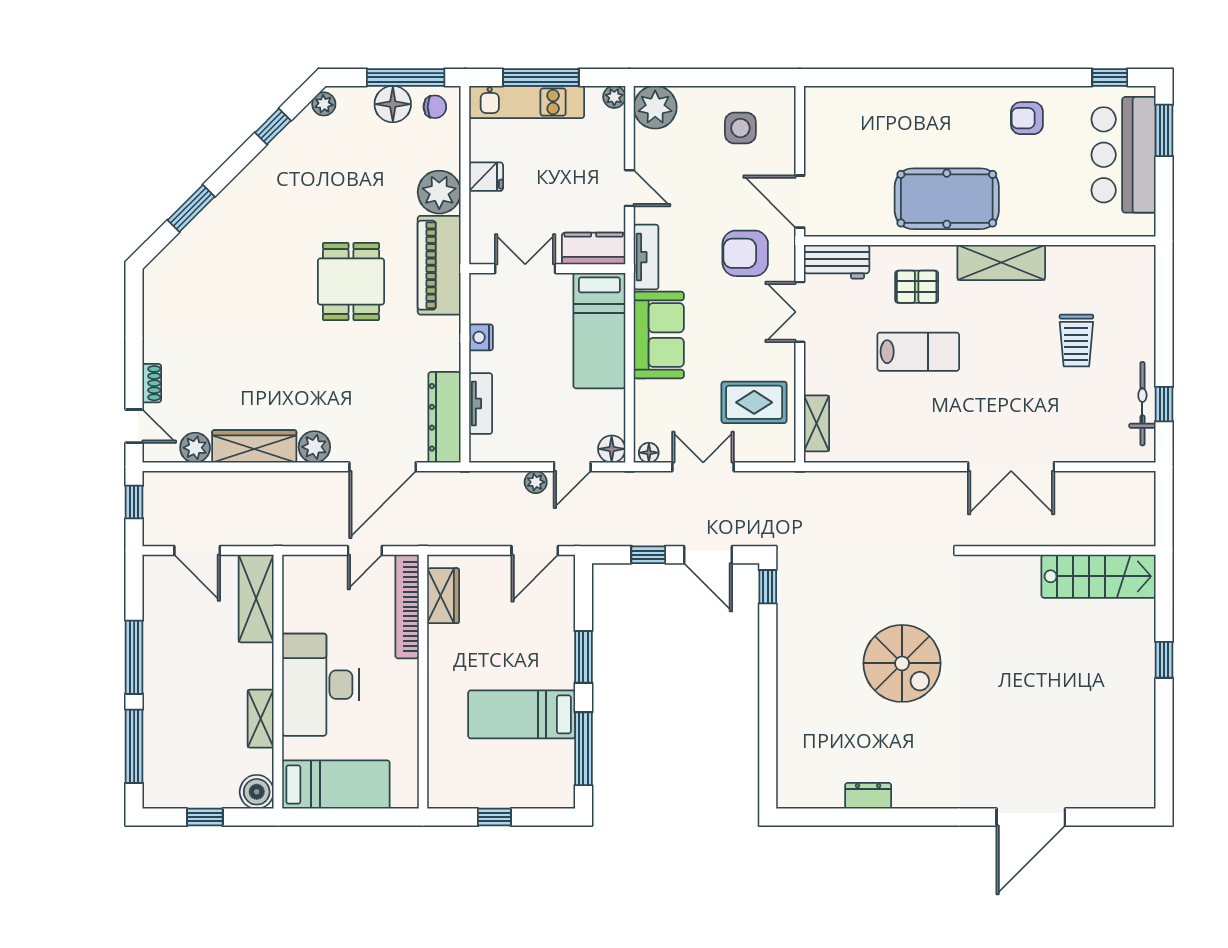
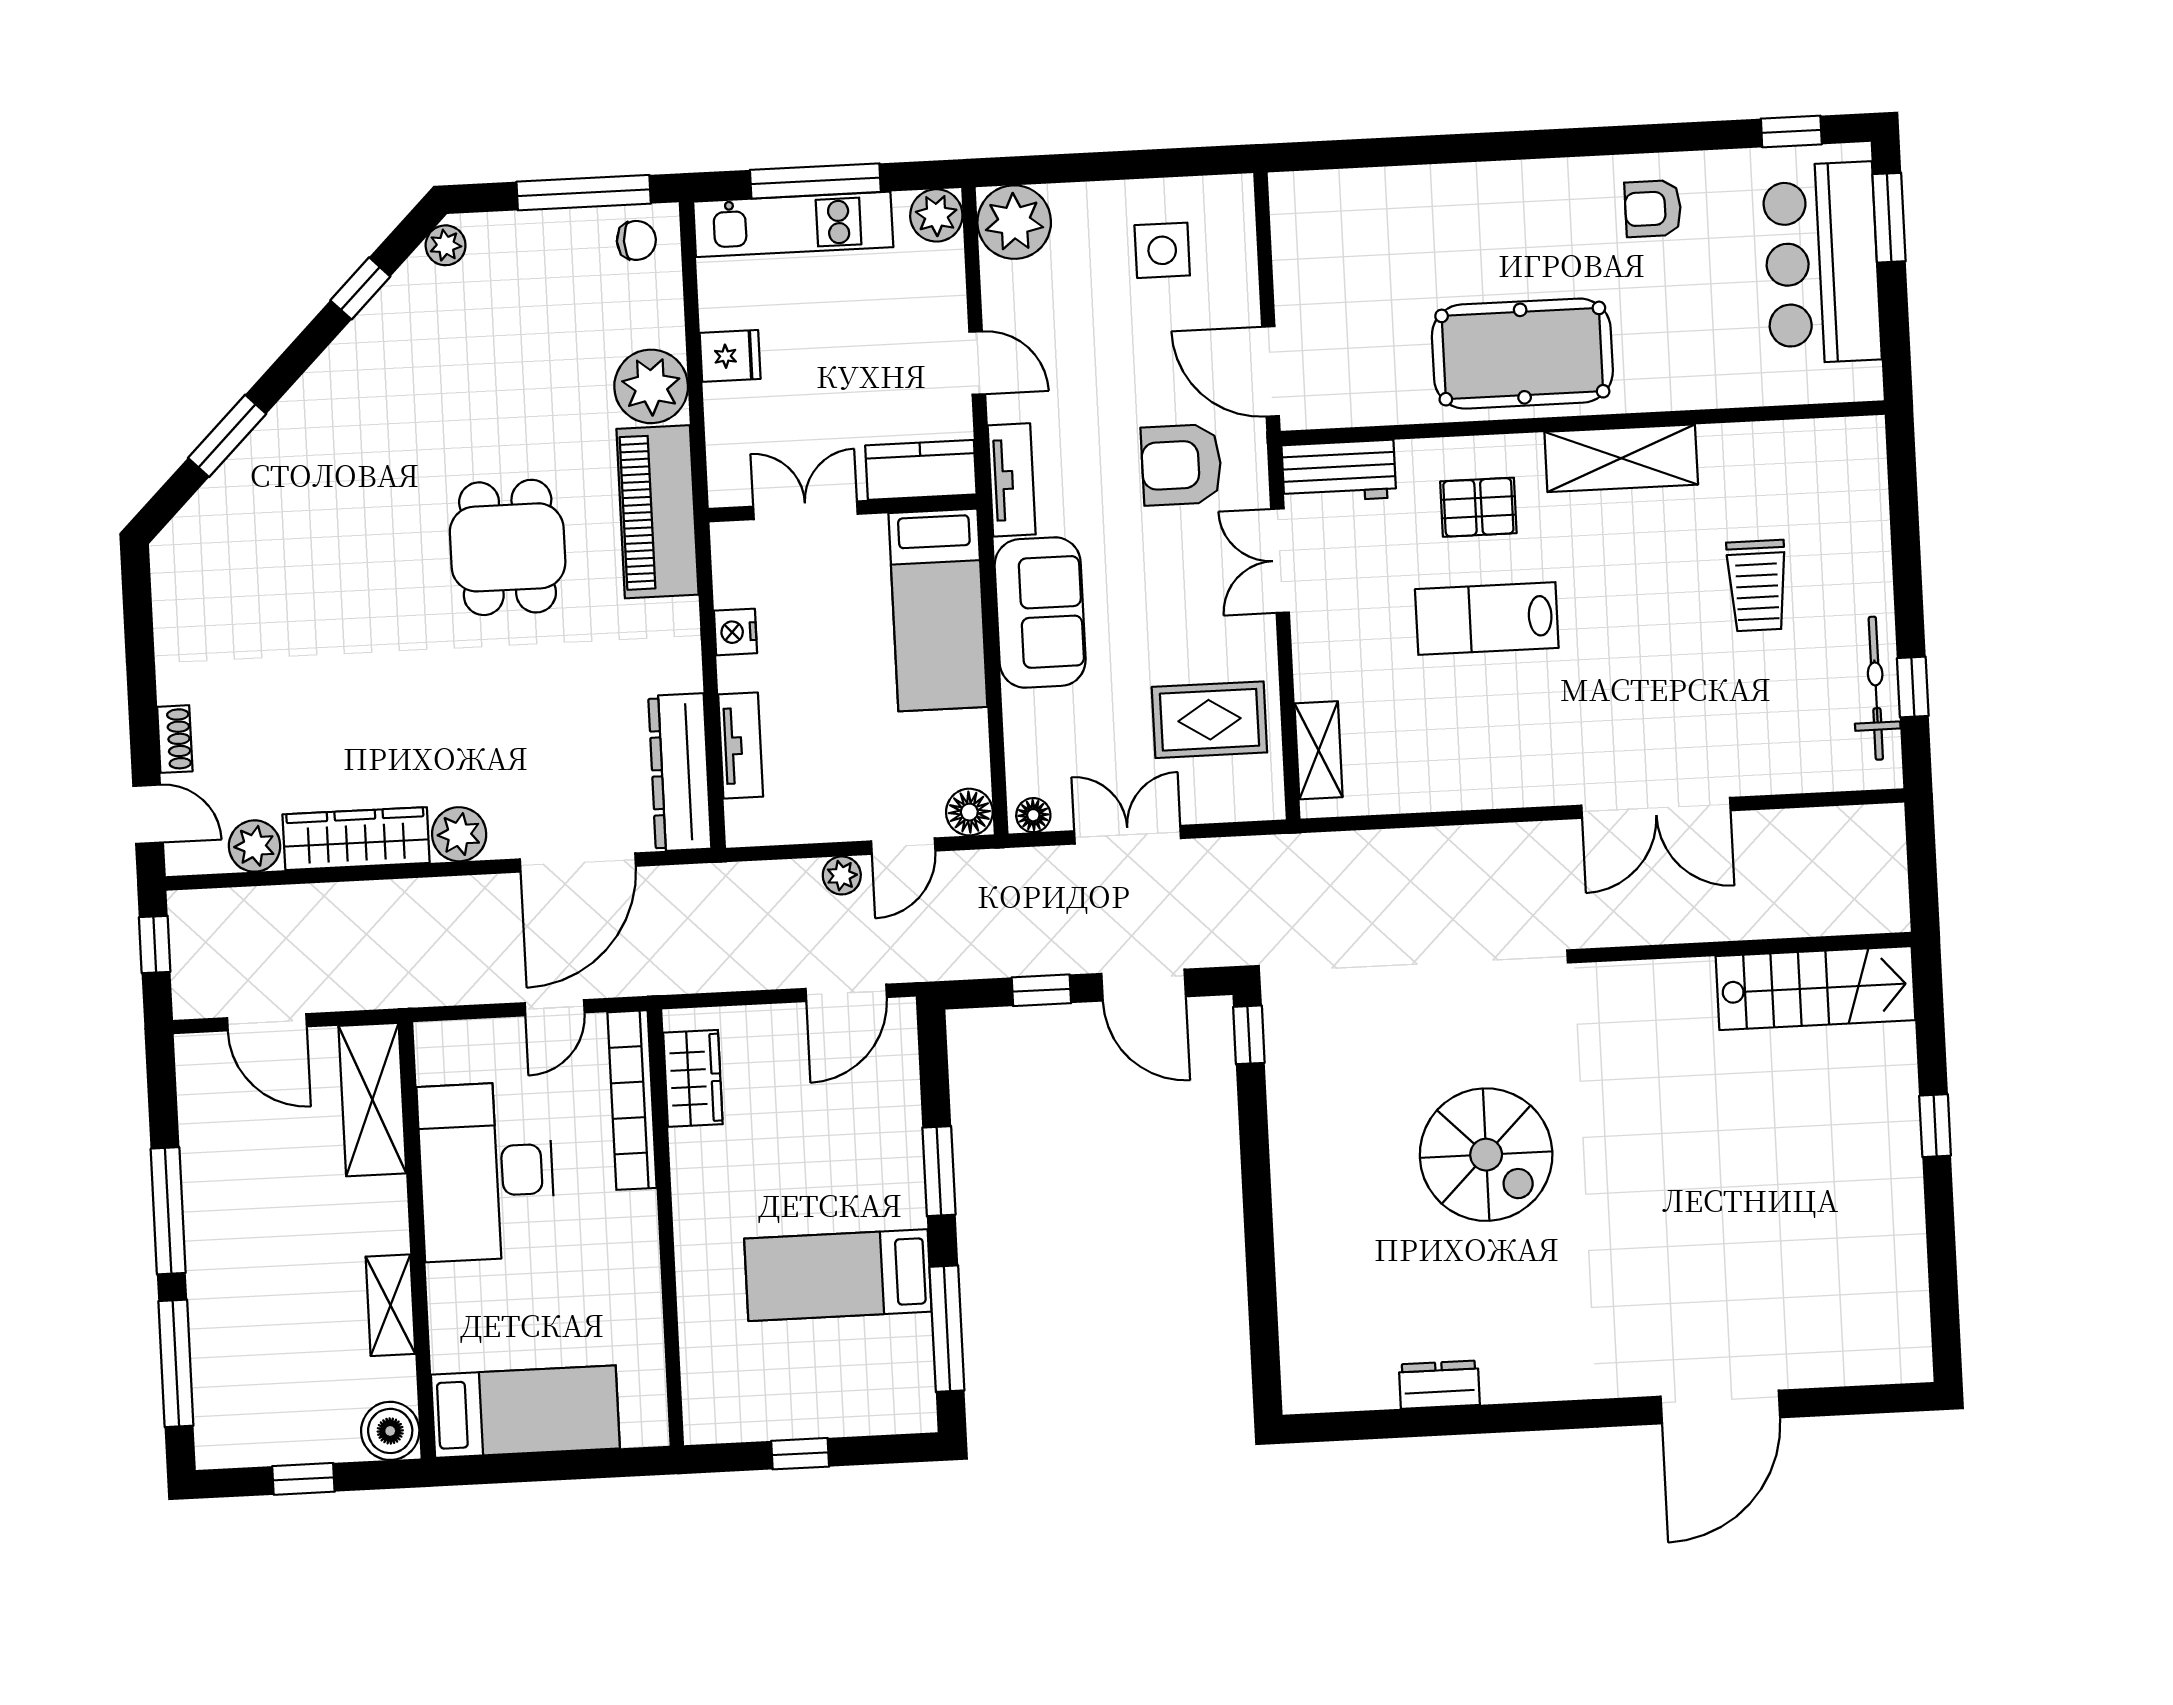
plant: (614, 97) -> (936, 215), width x1.38, depth x1.38
floor lamp: (393, 104) -> (564, 239), removed
lab bench: (918, 352) -> (1487, 618), turned 180
desk: (320, 685) -> (486, 1171), moved

